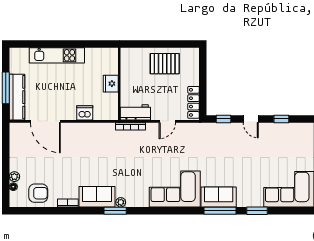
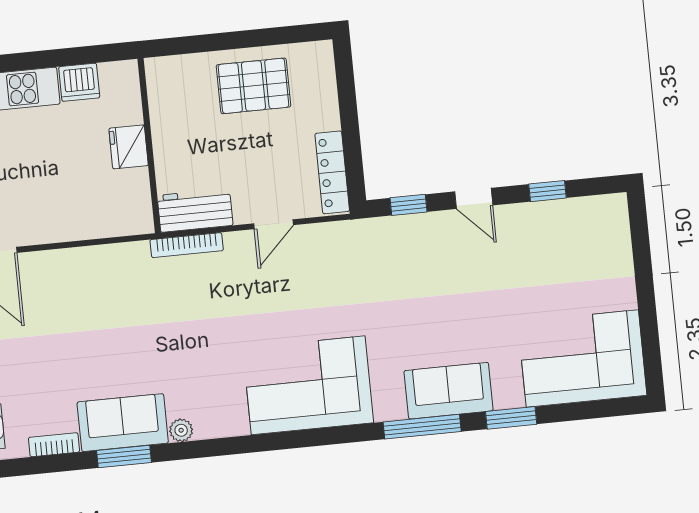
dishwasher: (85, 113) -> (79, 82), moved, turned 180
sofa: (219, 197) -> (449, 391), moved
window: (115, 211) -> (124, 456), moved

